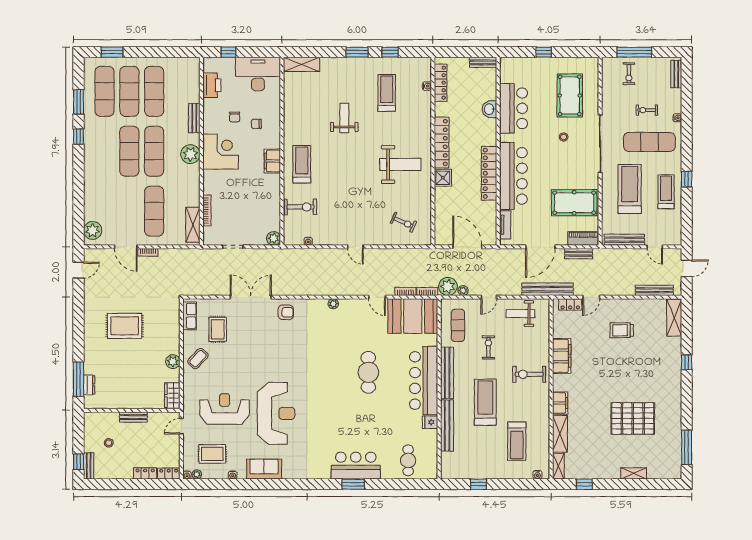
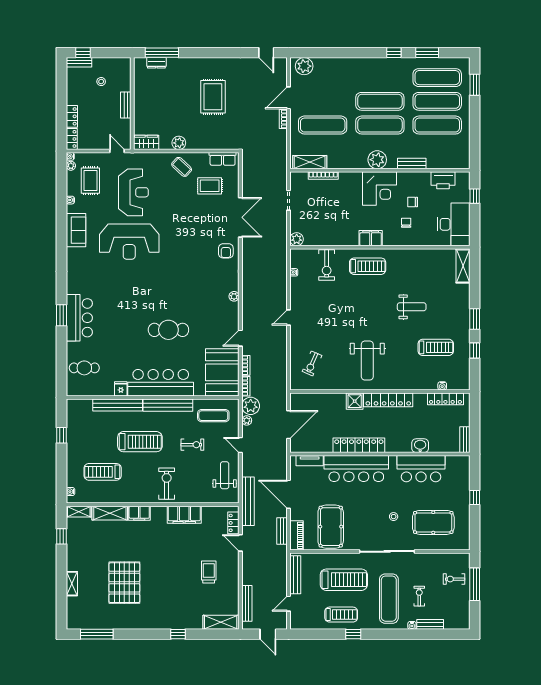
bench: (676, 74) -> (430, 624), moved

